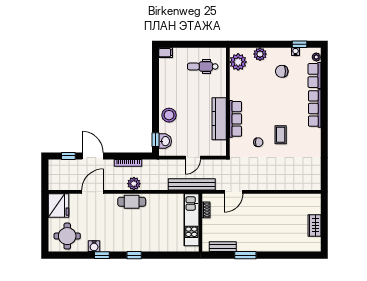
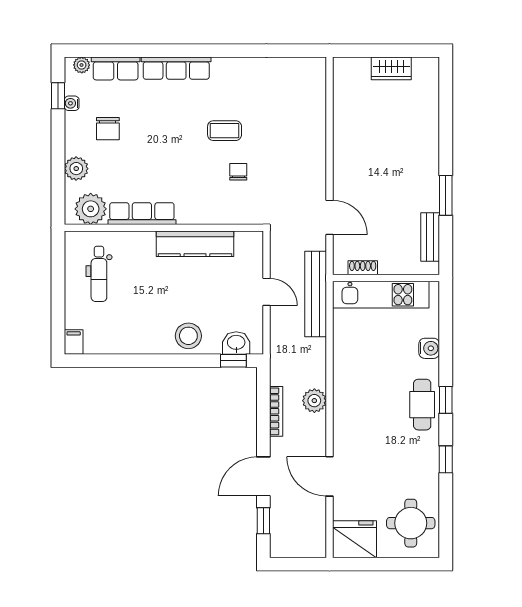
row of seats: (236, 119) -> (142, 214), moved
cafe table: (132, 202) -> (422, 405), moved
water cooler: (94, 246) -> (429, 348), moved

